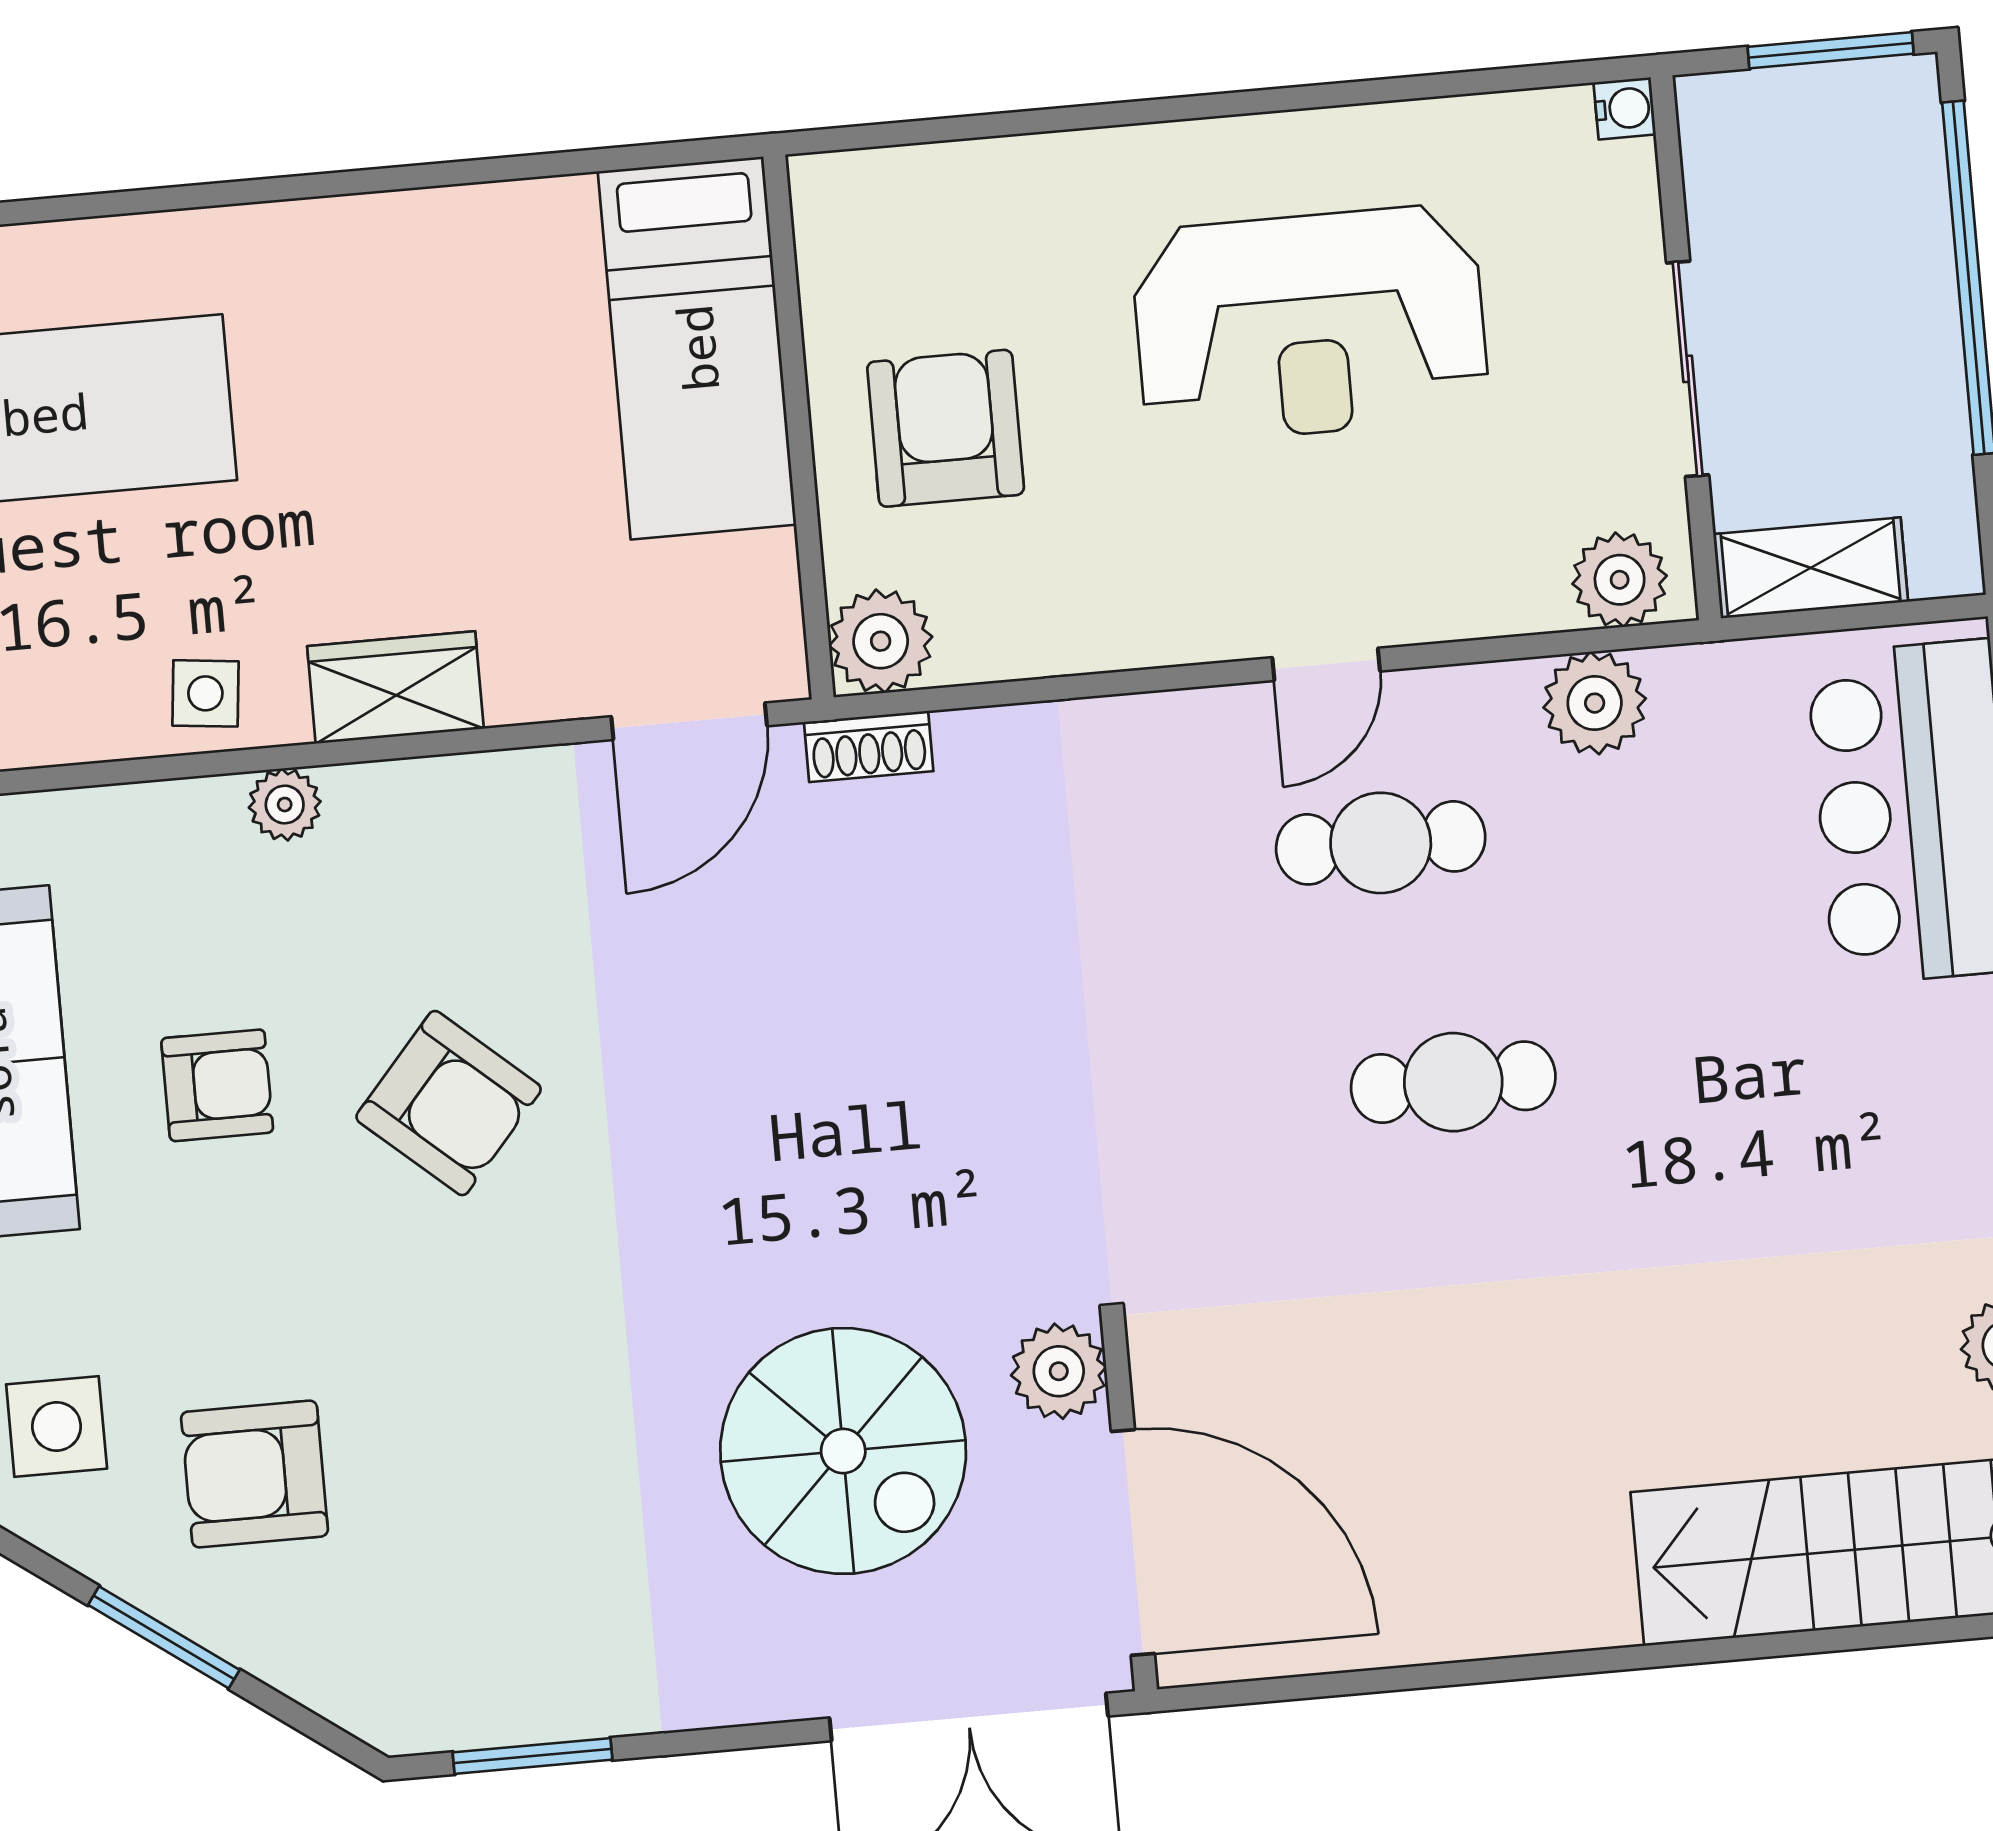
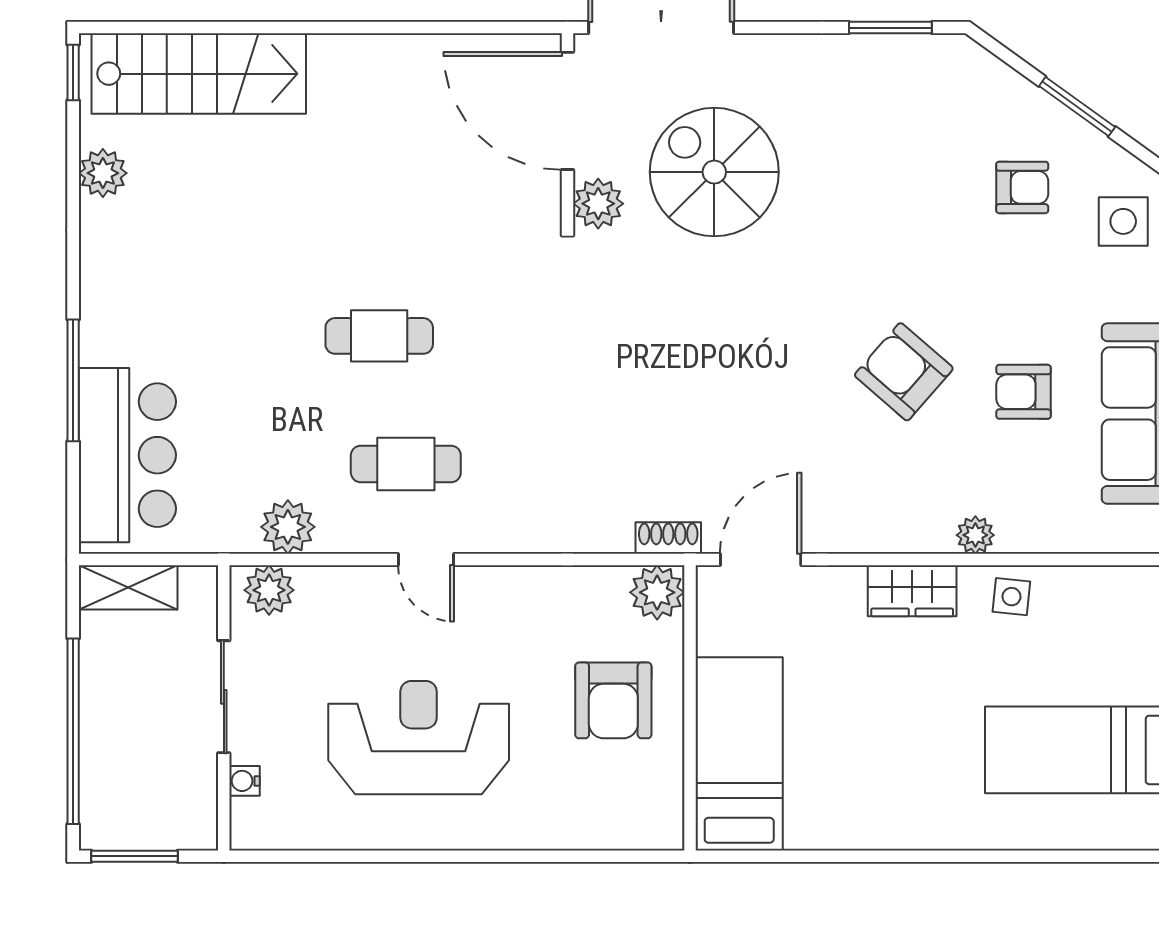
water cooler: (1625, 108) -> (244, 781), moved
shelving: (1811, 568) -> (128, 587), moved
door: (1326, 664) -> (426, 560), swing flipped
armchair: (255, 1474) -> (1022, 187), width x0.72, depth x0.72

